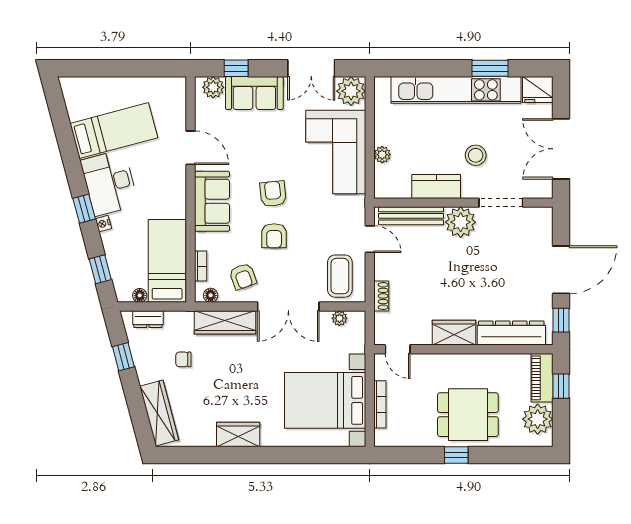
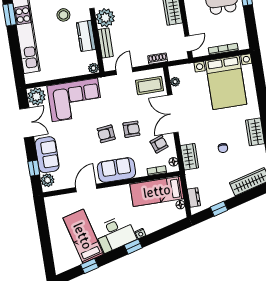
plant: (382, 155) -> (93, 68), moved
bench: (411, 216) -> (105, 43), width x0.73
window: (100, 269) -> (89, 266), moved
double door: (288, 306) -> (173, 114), swing flipped
wardrobe: (225, 322) -> (189, 157), width x0.67
chair: (183, 359) -> (223, 148), moved

